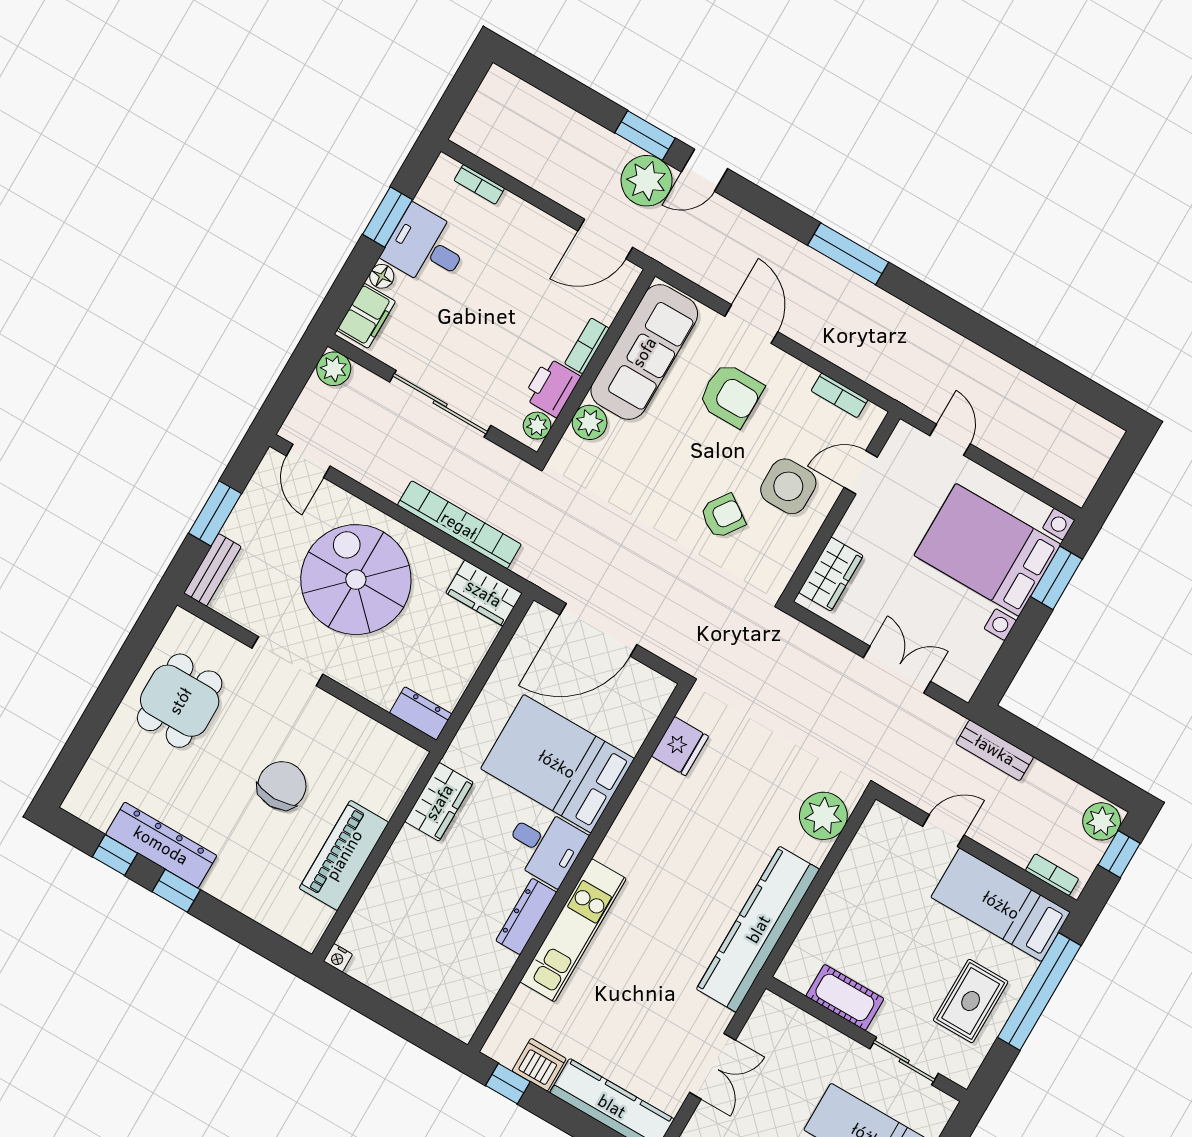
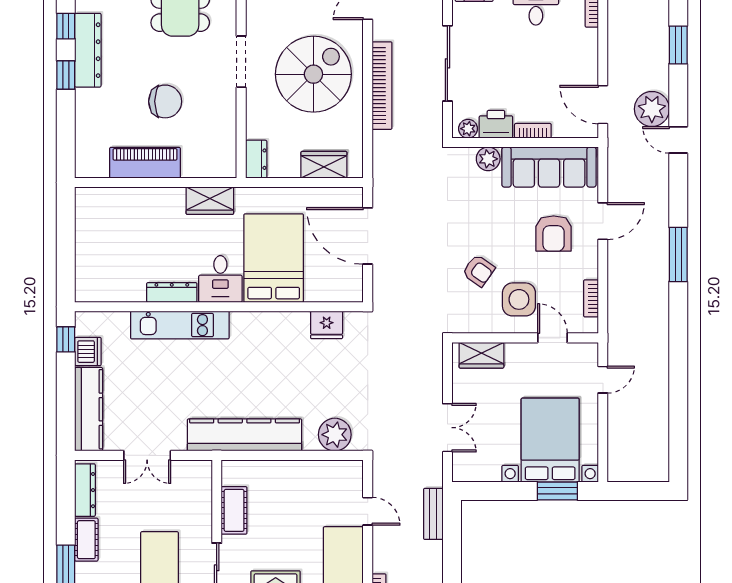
window: (645, 136) -> (678, 45), moved
bookcase: (459, 525) -> (382, 86), moved
wardrobe: (484, 593) -> (324, 165), moved, turned 90
nightstand: (338, 958) -> (82, 195), removed

